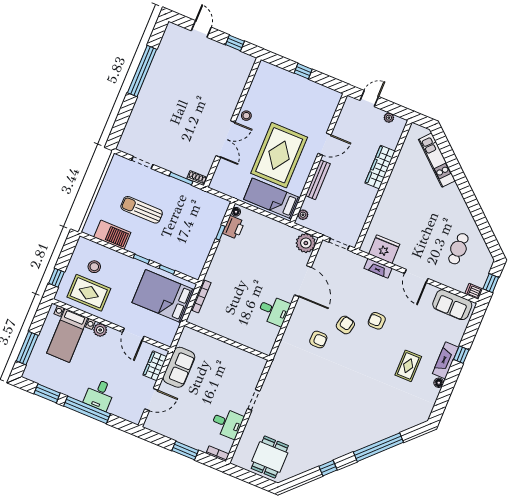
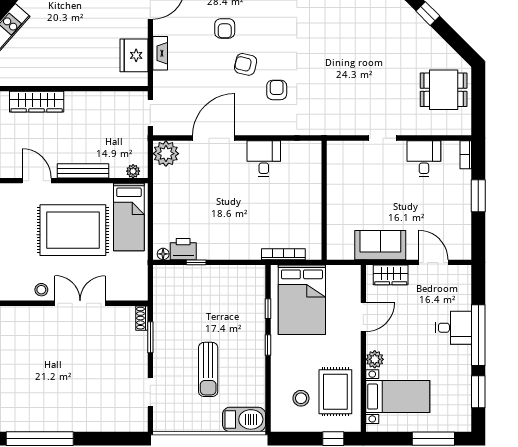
barbecue: (112, 235) -> (244, 419), moved, turned 90

